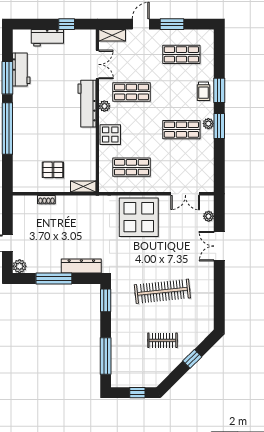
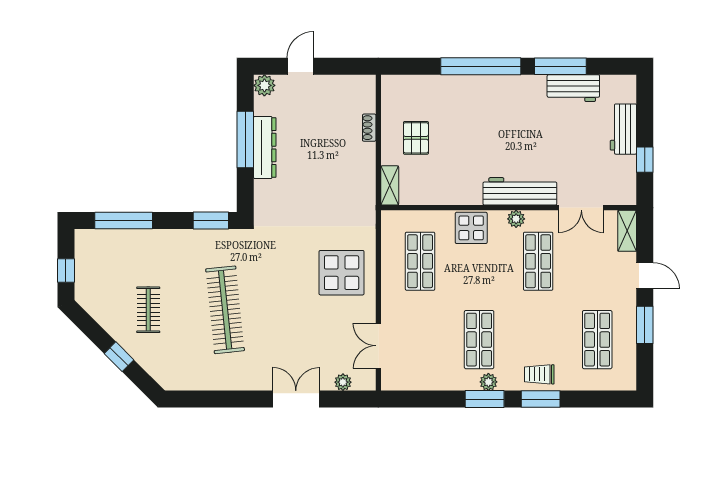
display table: (139, 217) -> (342, 273), width x0.73, depth x0.73
dresser: (81, 266) -> (265, 148), moved

